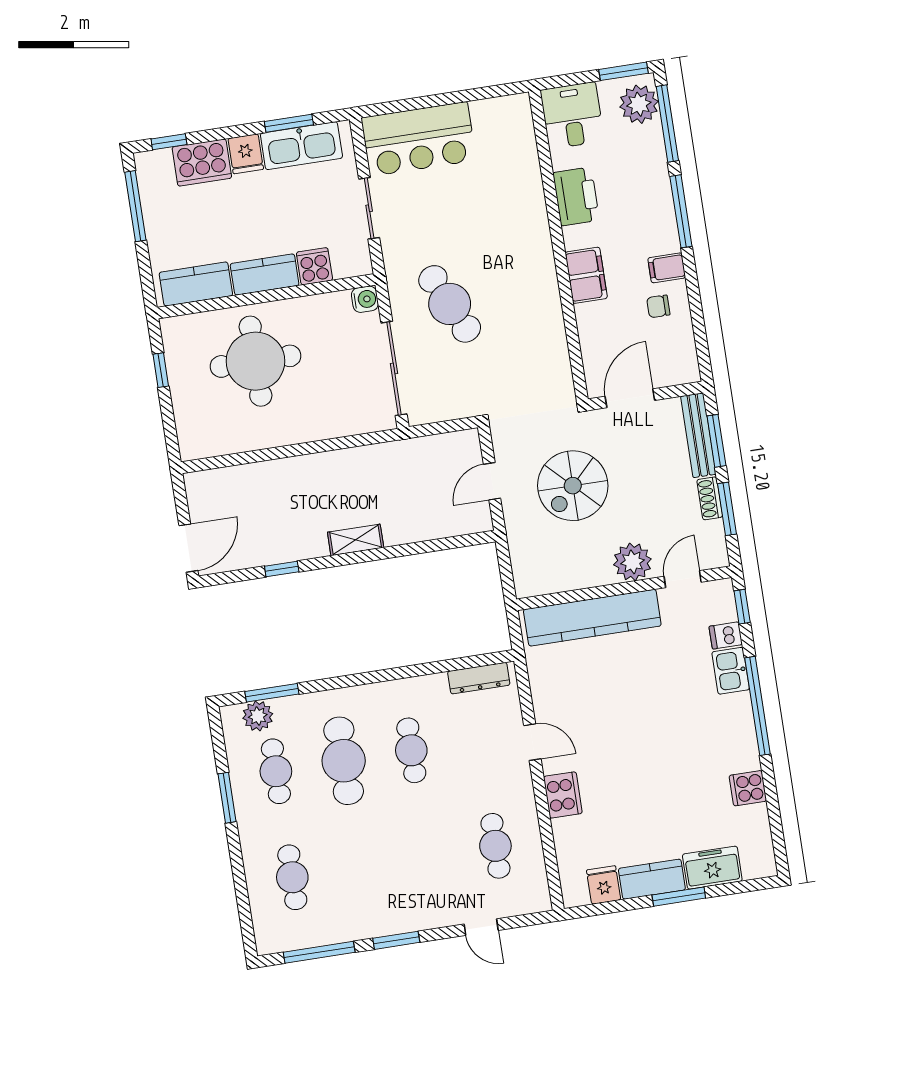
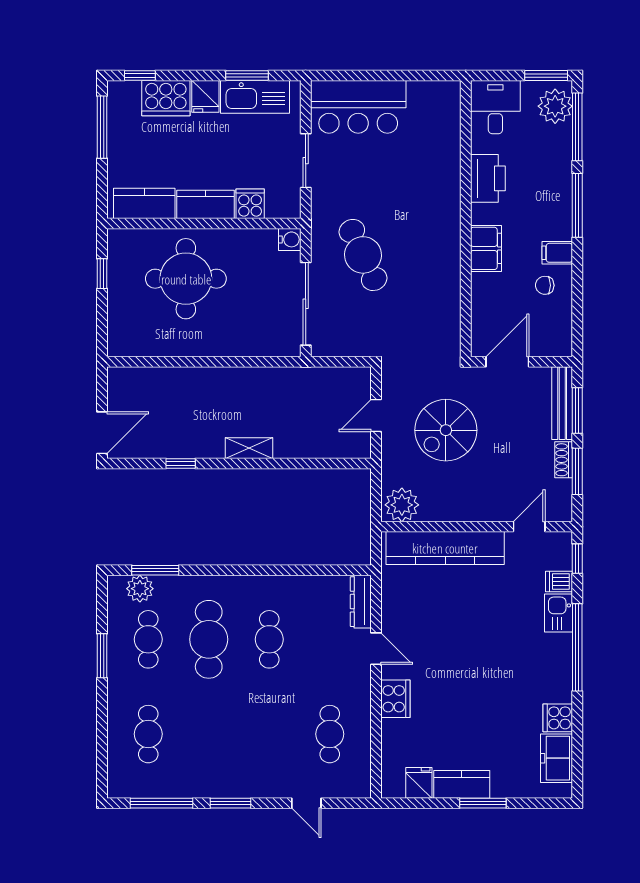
plant: (632, 562) -> (402, 505), moved
dresser: (479, 678) -> (361, 602), moved, turned 90
freezer: (712, 868) -> (557, 758), moved, turned -90

